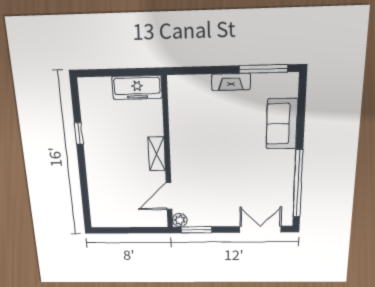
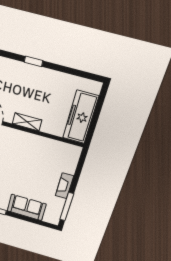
freezer: (137, 88) -> (80, 117), width x1.36, depth x1.26
window: (79, 133) -> (34, 61), moved

